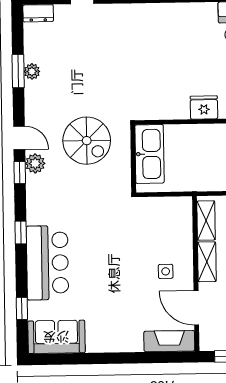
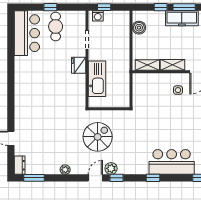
window: (18, 71) -> (34, 178), moved
plant: (32, 71) -> (65, 170), moved
kitchen sink: (149, 154) -> (97, 79), moved, turned 90

